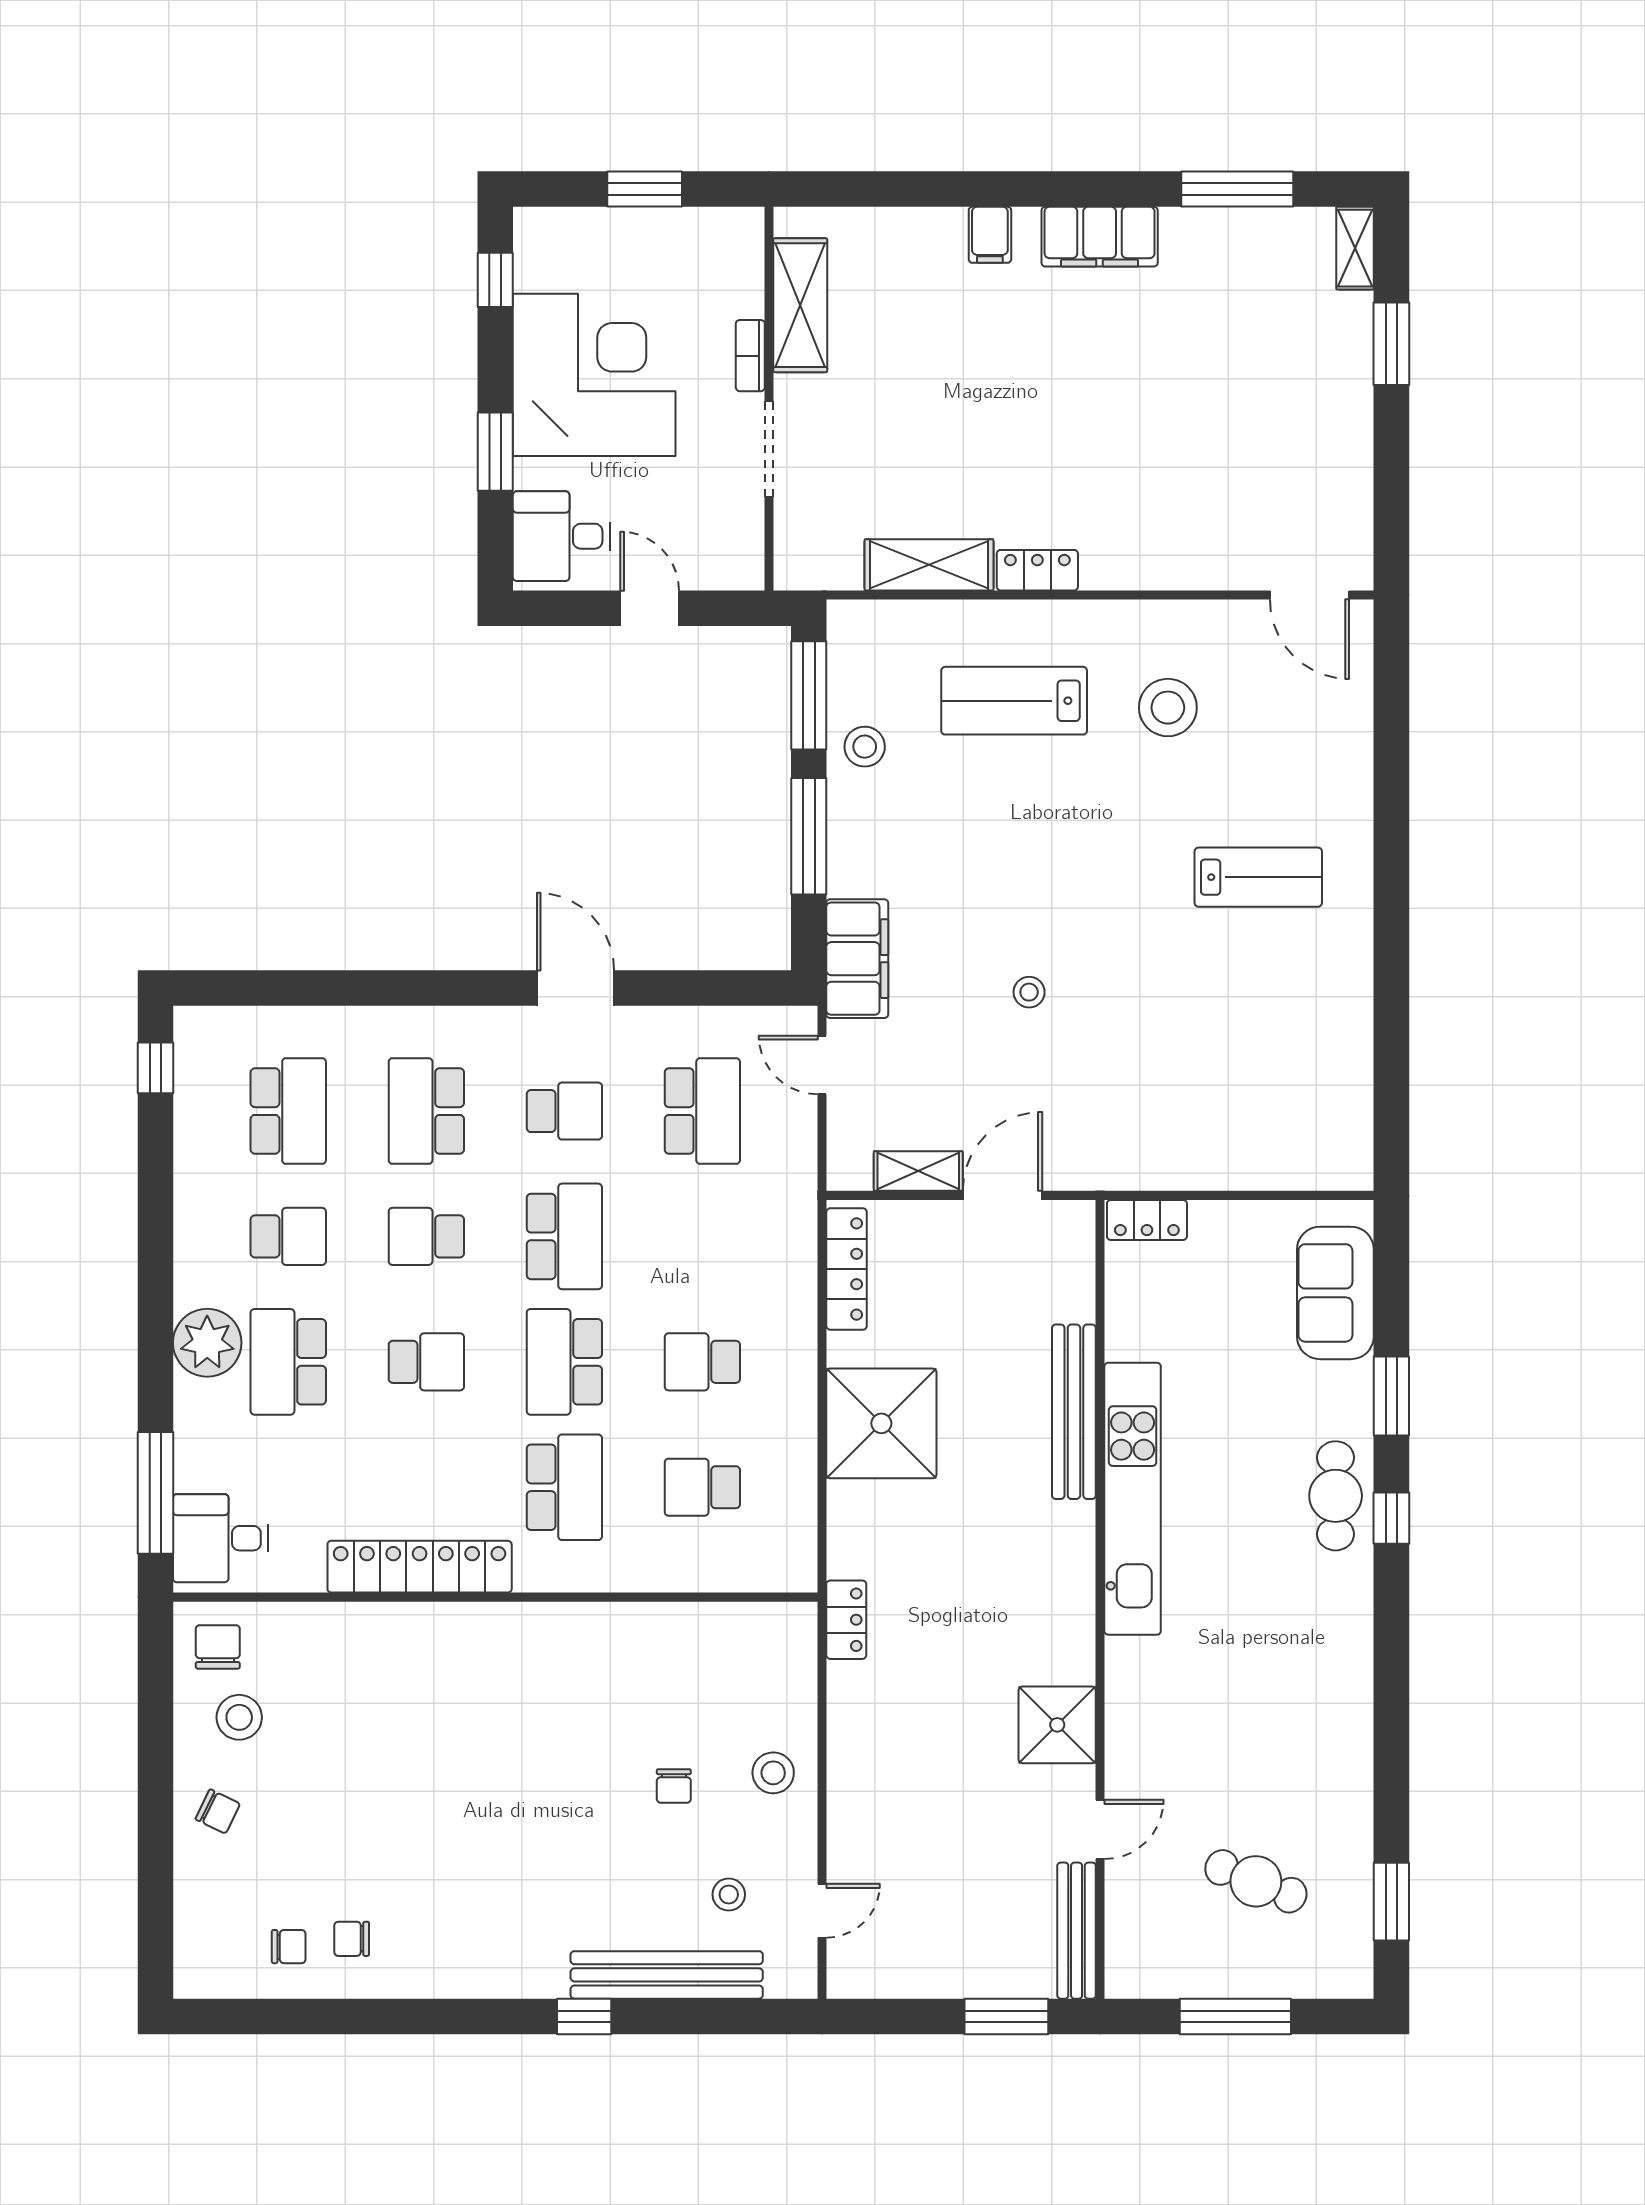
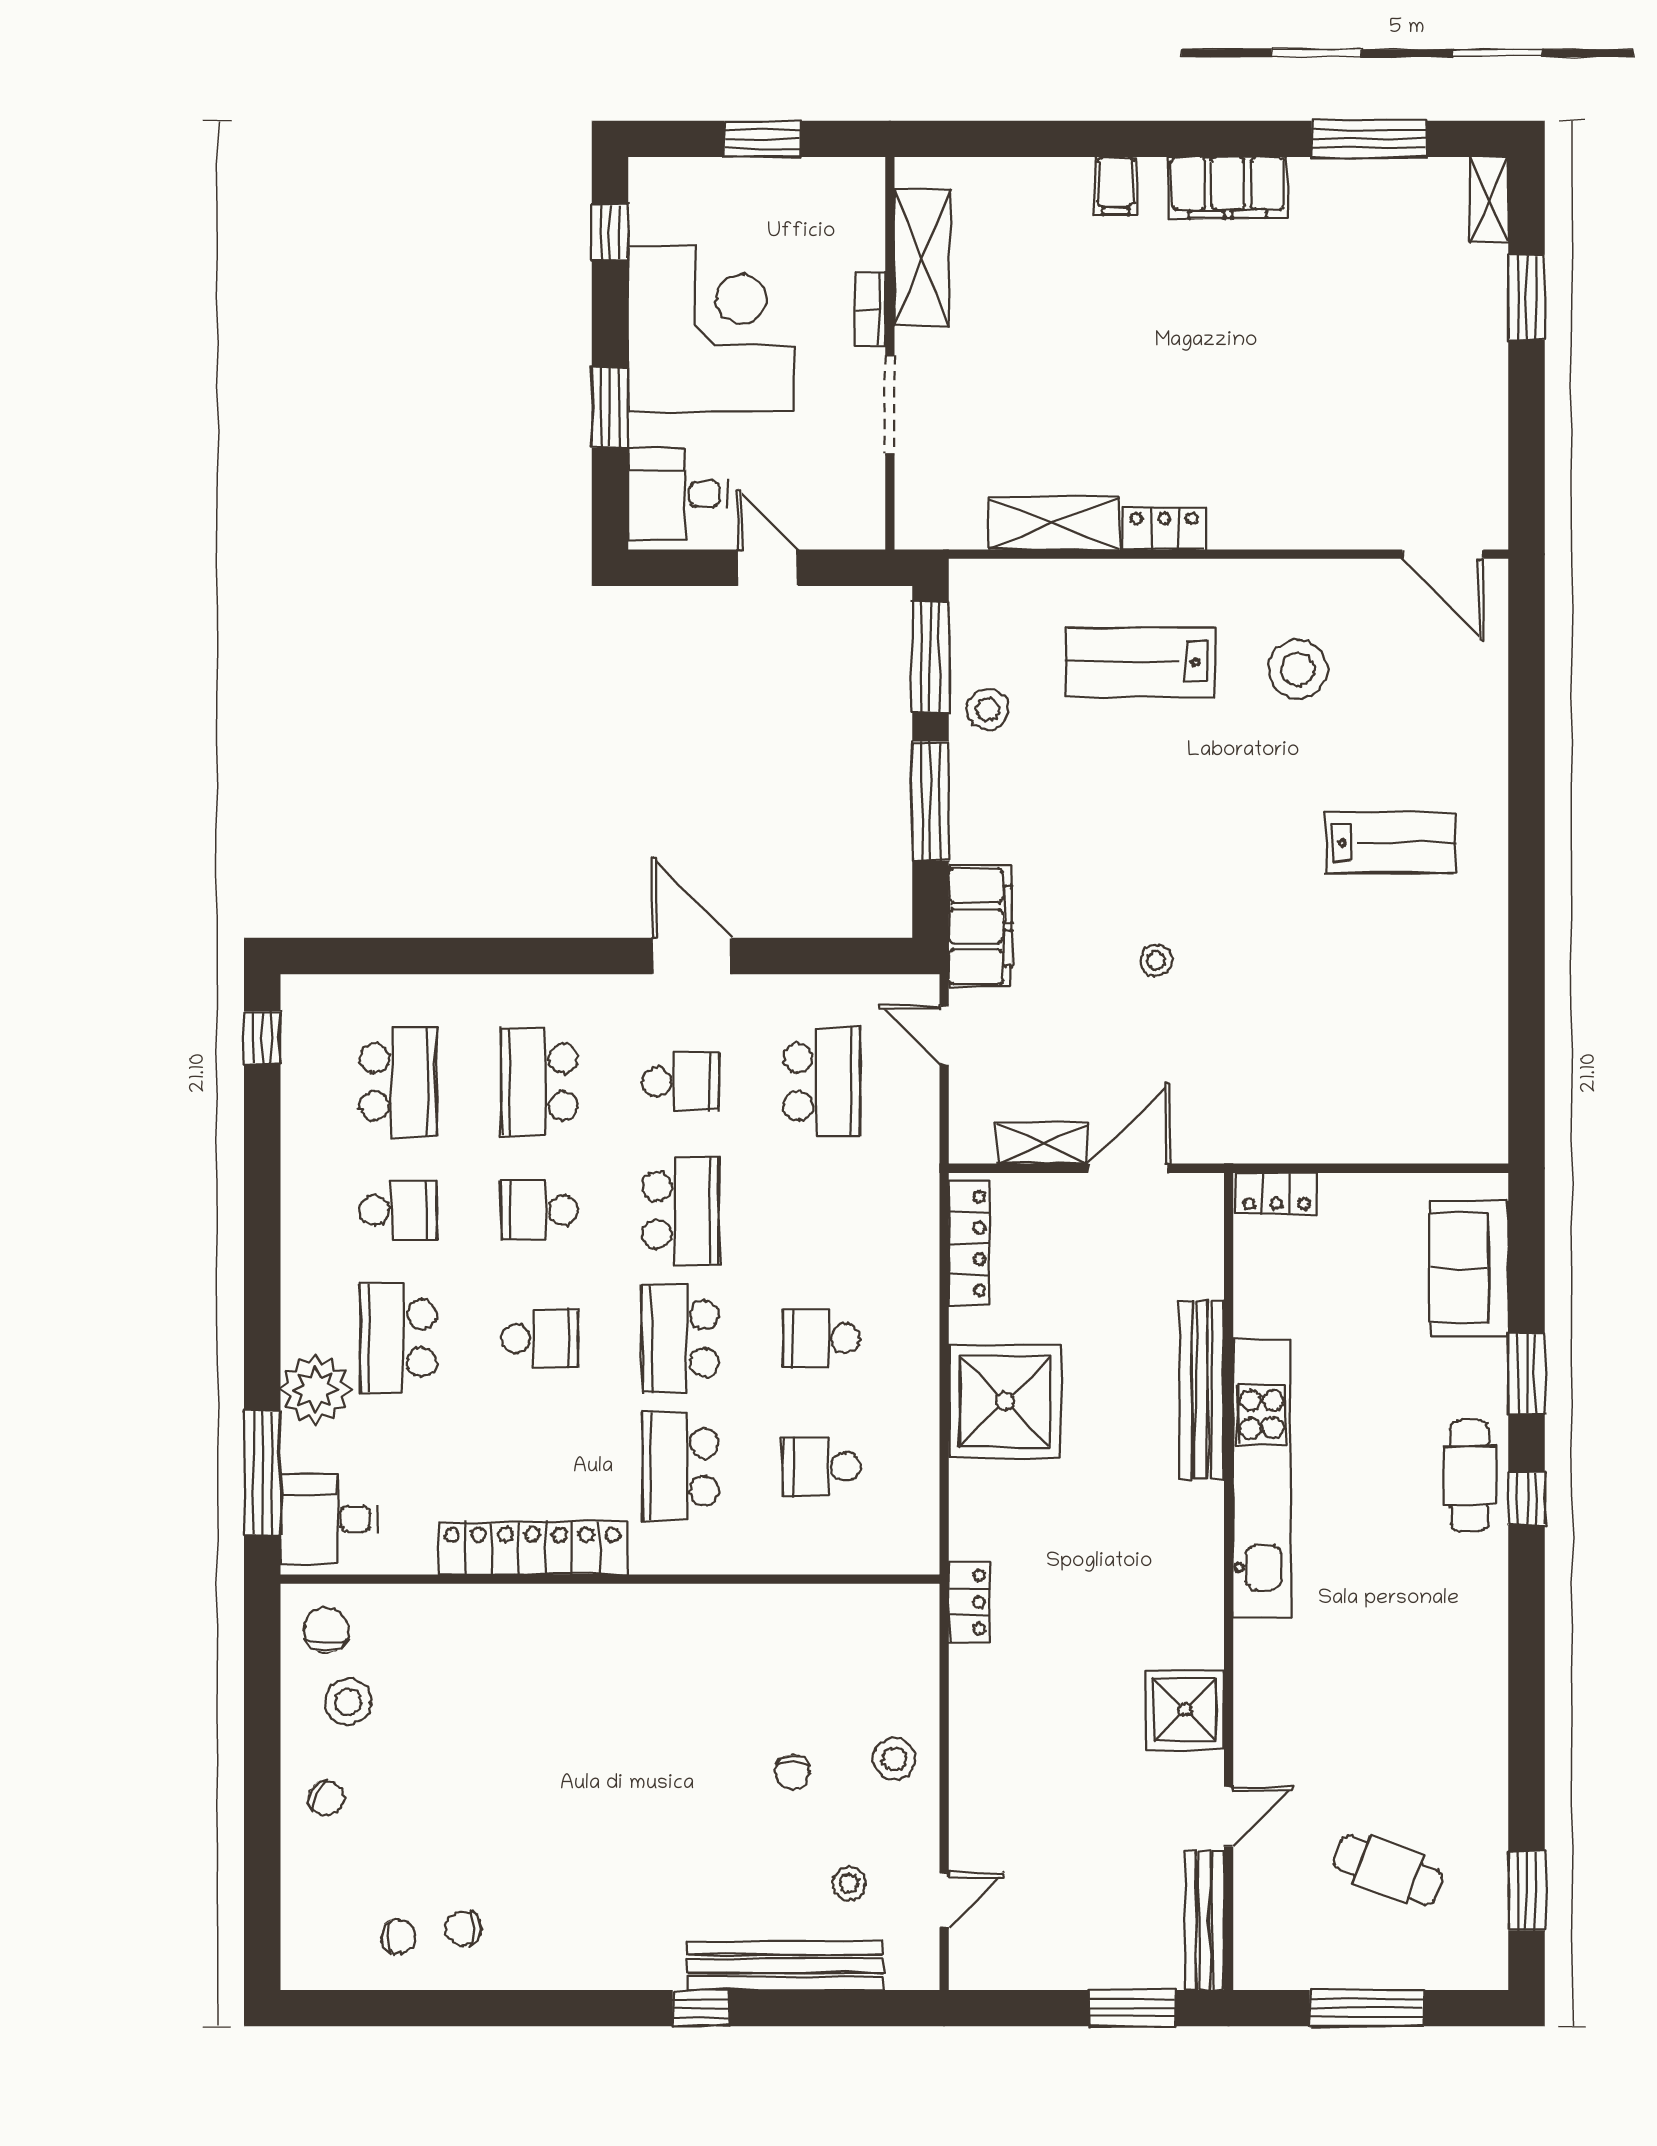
plant: (207, 1343) -> (315, 1390), moved
school desk: (564, 1487) -> (681, 1467), turned 180

